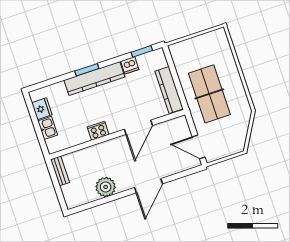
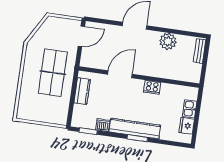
kitchen counter: (169, 90) -> (82, 91), width x0.67
door: (199, 147) -> (81, 36), hinge flipped
bench: (60, 171) -> (200, 51), moved

